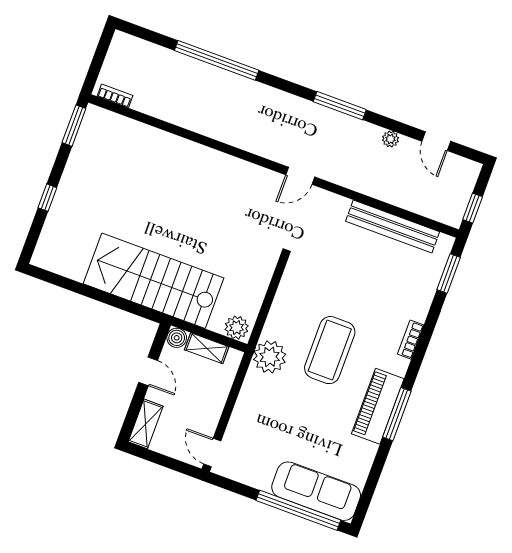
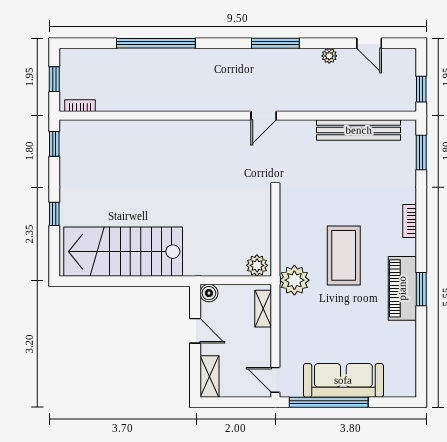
window: (98, 59) -> (54, 79), added
window: (74, 126) -> (54, 144), width x0.67
stairs: (154, 281) -> (123, 252), moved
shelving: (207, 348) -> (263, 309), moved, turned 90
window: (397, 414) -> (421, 289), width x0.69
sofa: (316, 491) -> (343, 380), moved
window: (298, 510) -> (329, 402), moved

